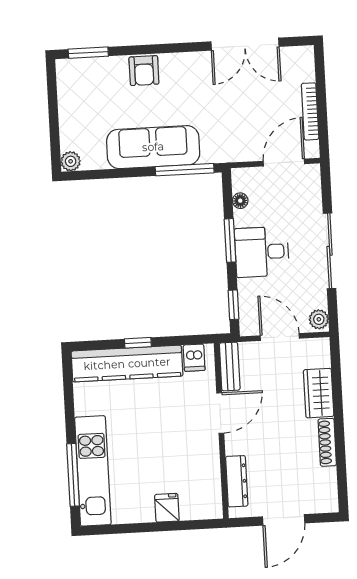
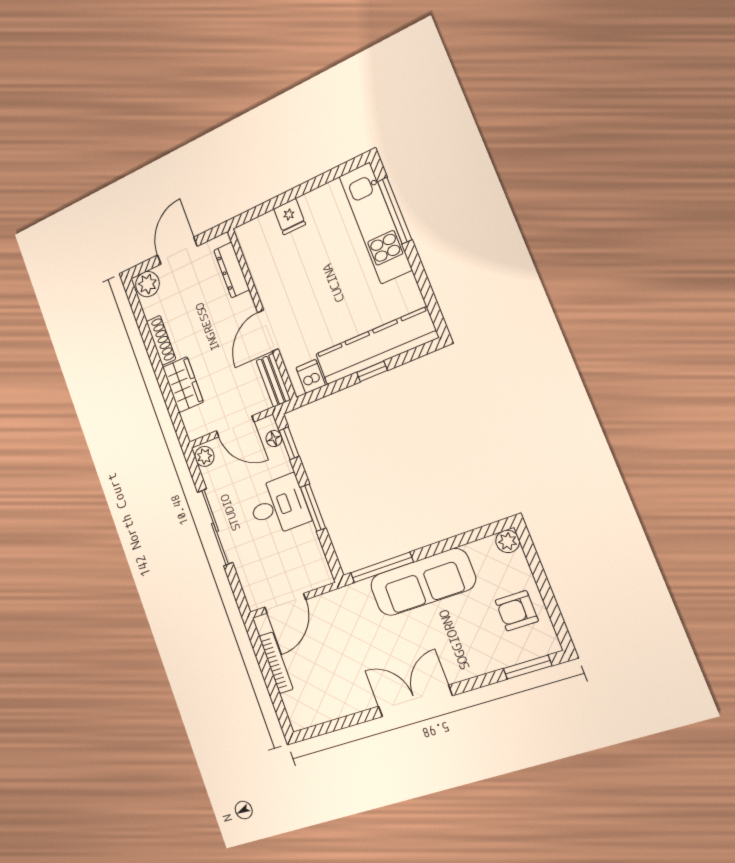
double door: (245, 44) -> (415, 701), moved
armchair: (144, 71) -> (517, 611), moved, turned -90
floor lamp: (240, 201) -> (274, 439), moved
plant: (324, 500) -> (147, 284), added

